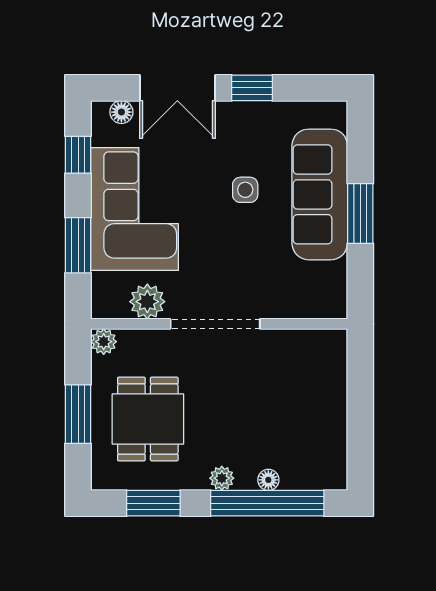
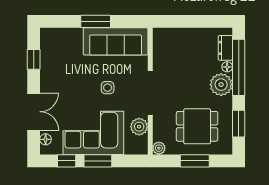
window: (252, 88) -> (34, 59), moved
side table: (245, 190) -> (108, 88), moved
sofa: (320, 194) -> (116, 41), moved
window: (78, 245) -> (98, 161), moved
dresser: (307, 476) -> (225, 48), added
plant: (222, 478) -> (221, 85), width x1.87, depth x1.87

